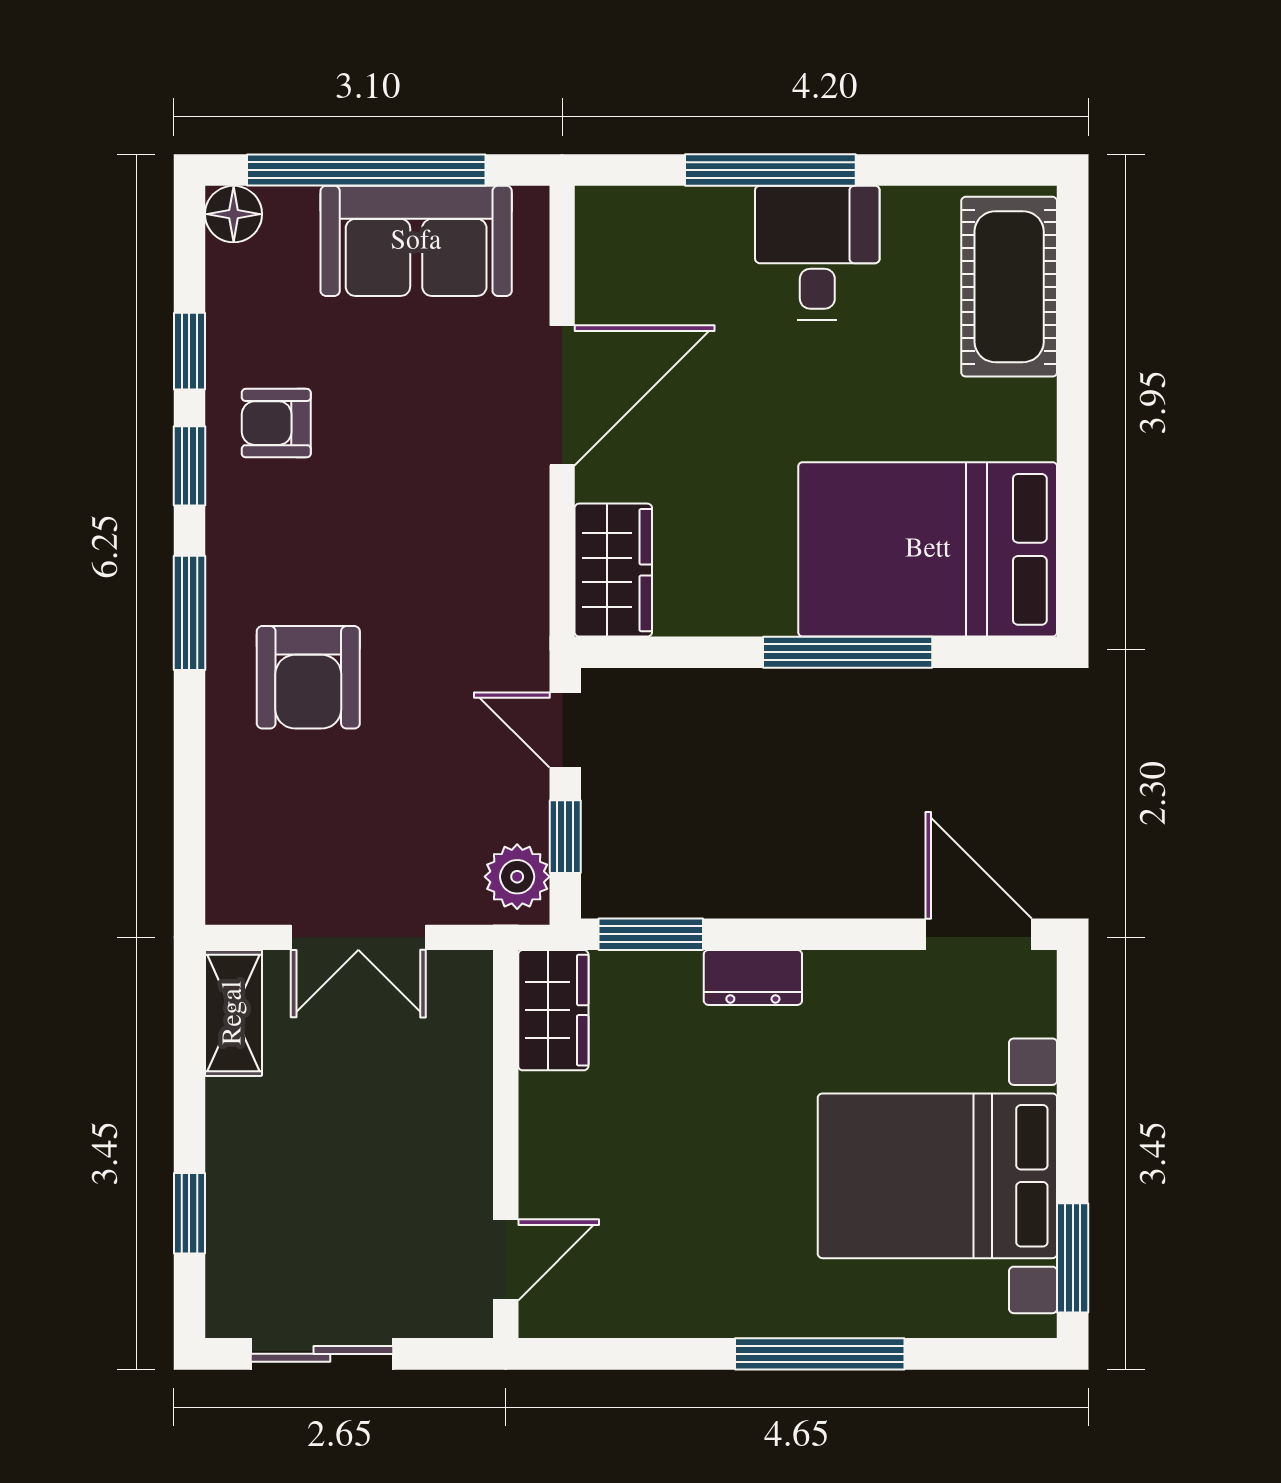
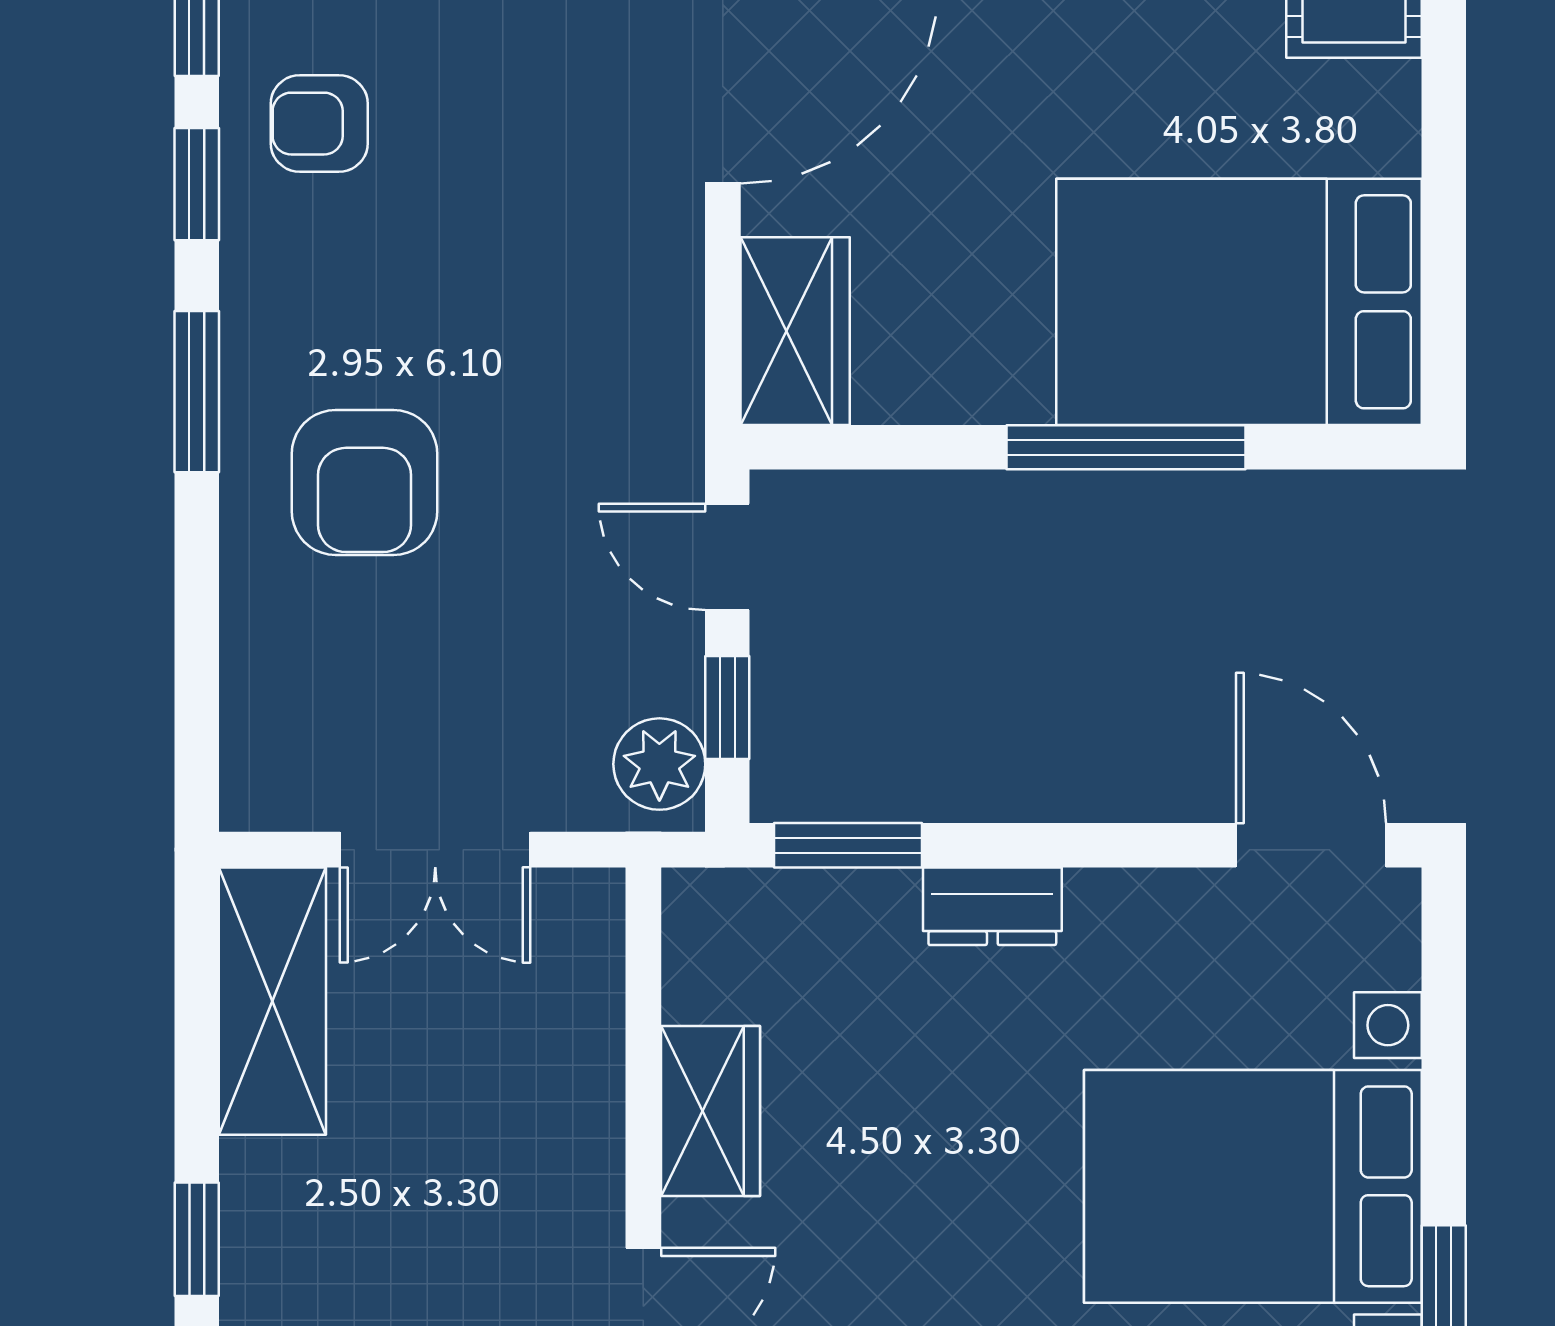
wardrobe: (553, 1010) -> (710, 1111), moved
shelving: (233, 1013) -> (272, 1001), width x1.50, depth x1.33

